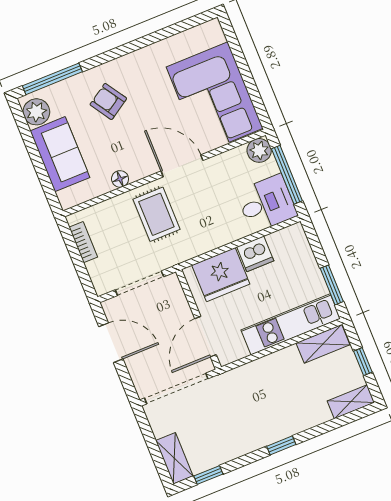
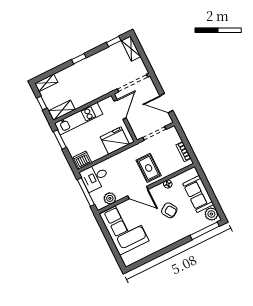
armchair: (108, 101) -> (169, 210), moved
plant: (259, 150) -> (110, 198), moved
dishwasher: (255, 254) -> (83, 160), moved

